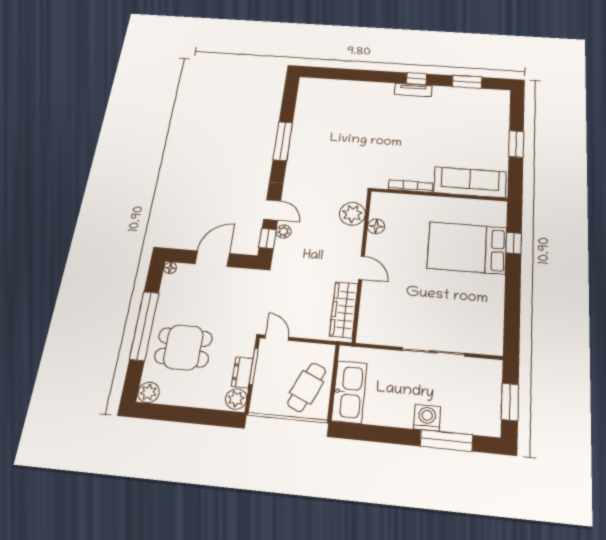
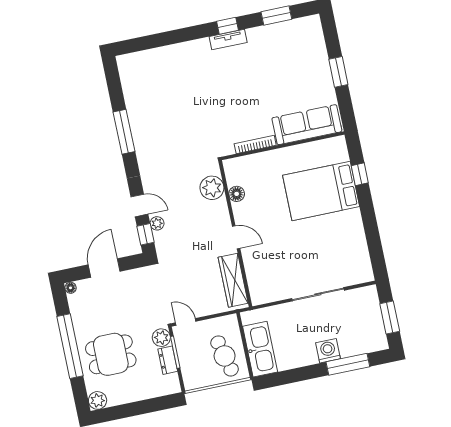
cafe table: (307, 387) -> (225, 356), turned -38
plant: (236, 399) -> (161, 338), moved

